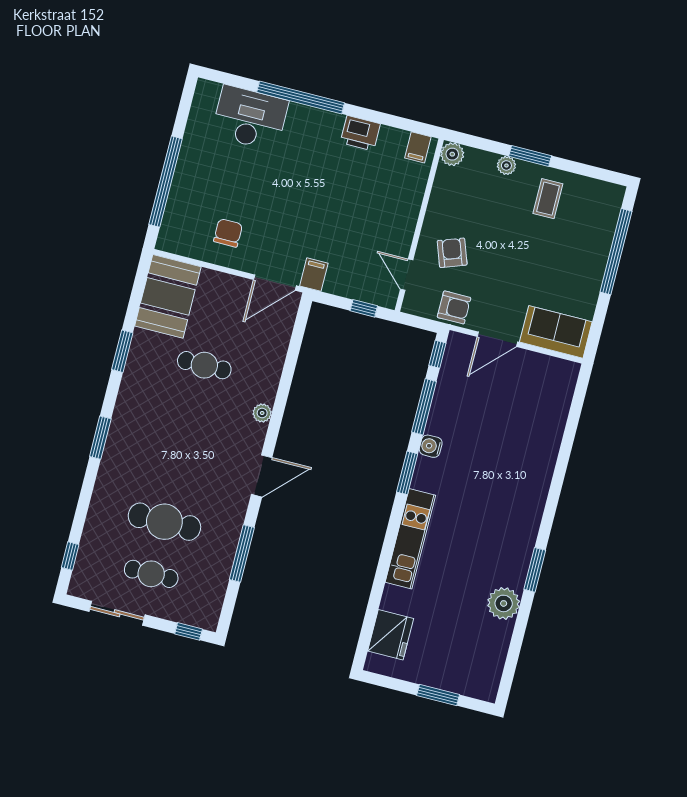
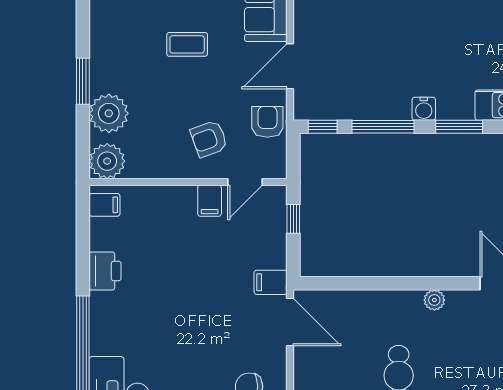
plant: (452, 154) -> (107, 161), width x1.36, depth x1.36
plant: (506, 165) -> (109, 113), width x1.88, depth x1.88
coffee table: (548, 199) -> (187, 44), moved
filing cabinet: (398, 240) -> (210, 201), added
door: (497, 339) -> (290, 66), swing flipped

